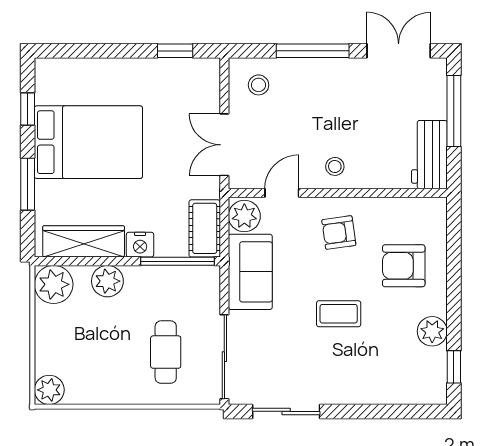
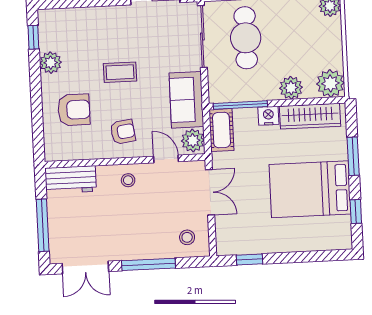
workbench: (429, 155) -> (71, 180), moved, turned 90
door: (282, 193) -> (166, 159), swing flipped
cafe table: (166, 352) -> (246, 38), width x1.37, depth x1.35

